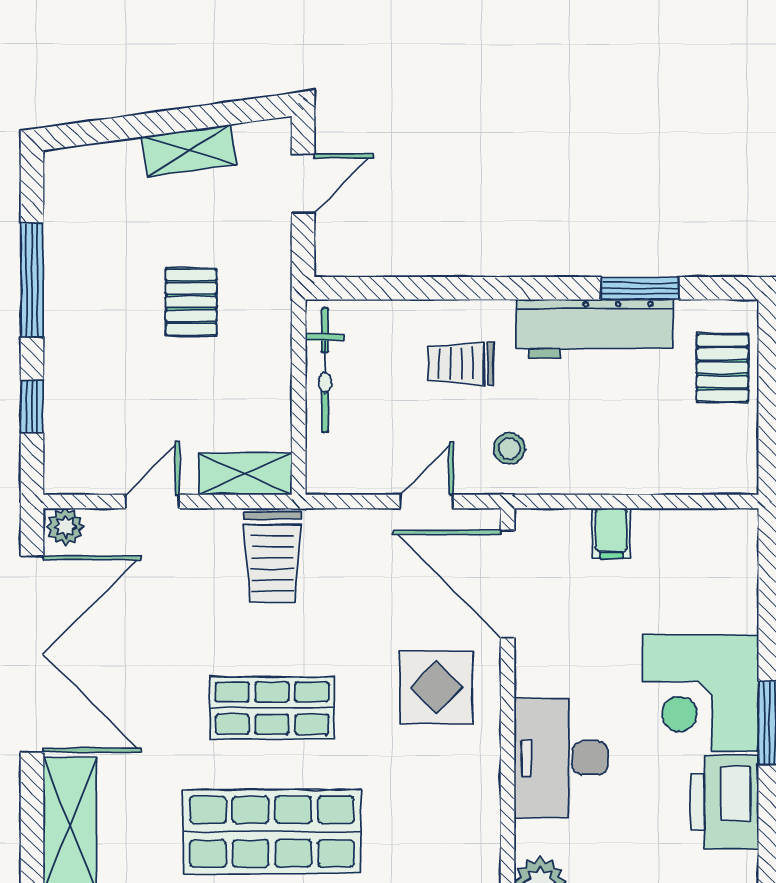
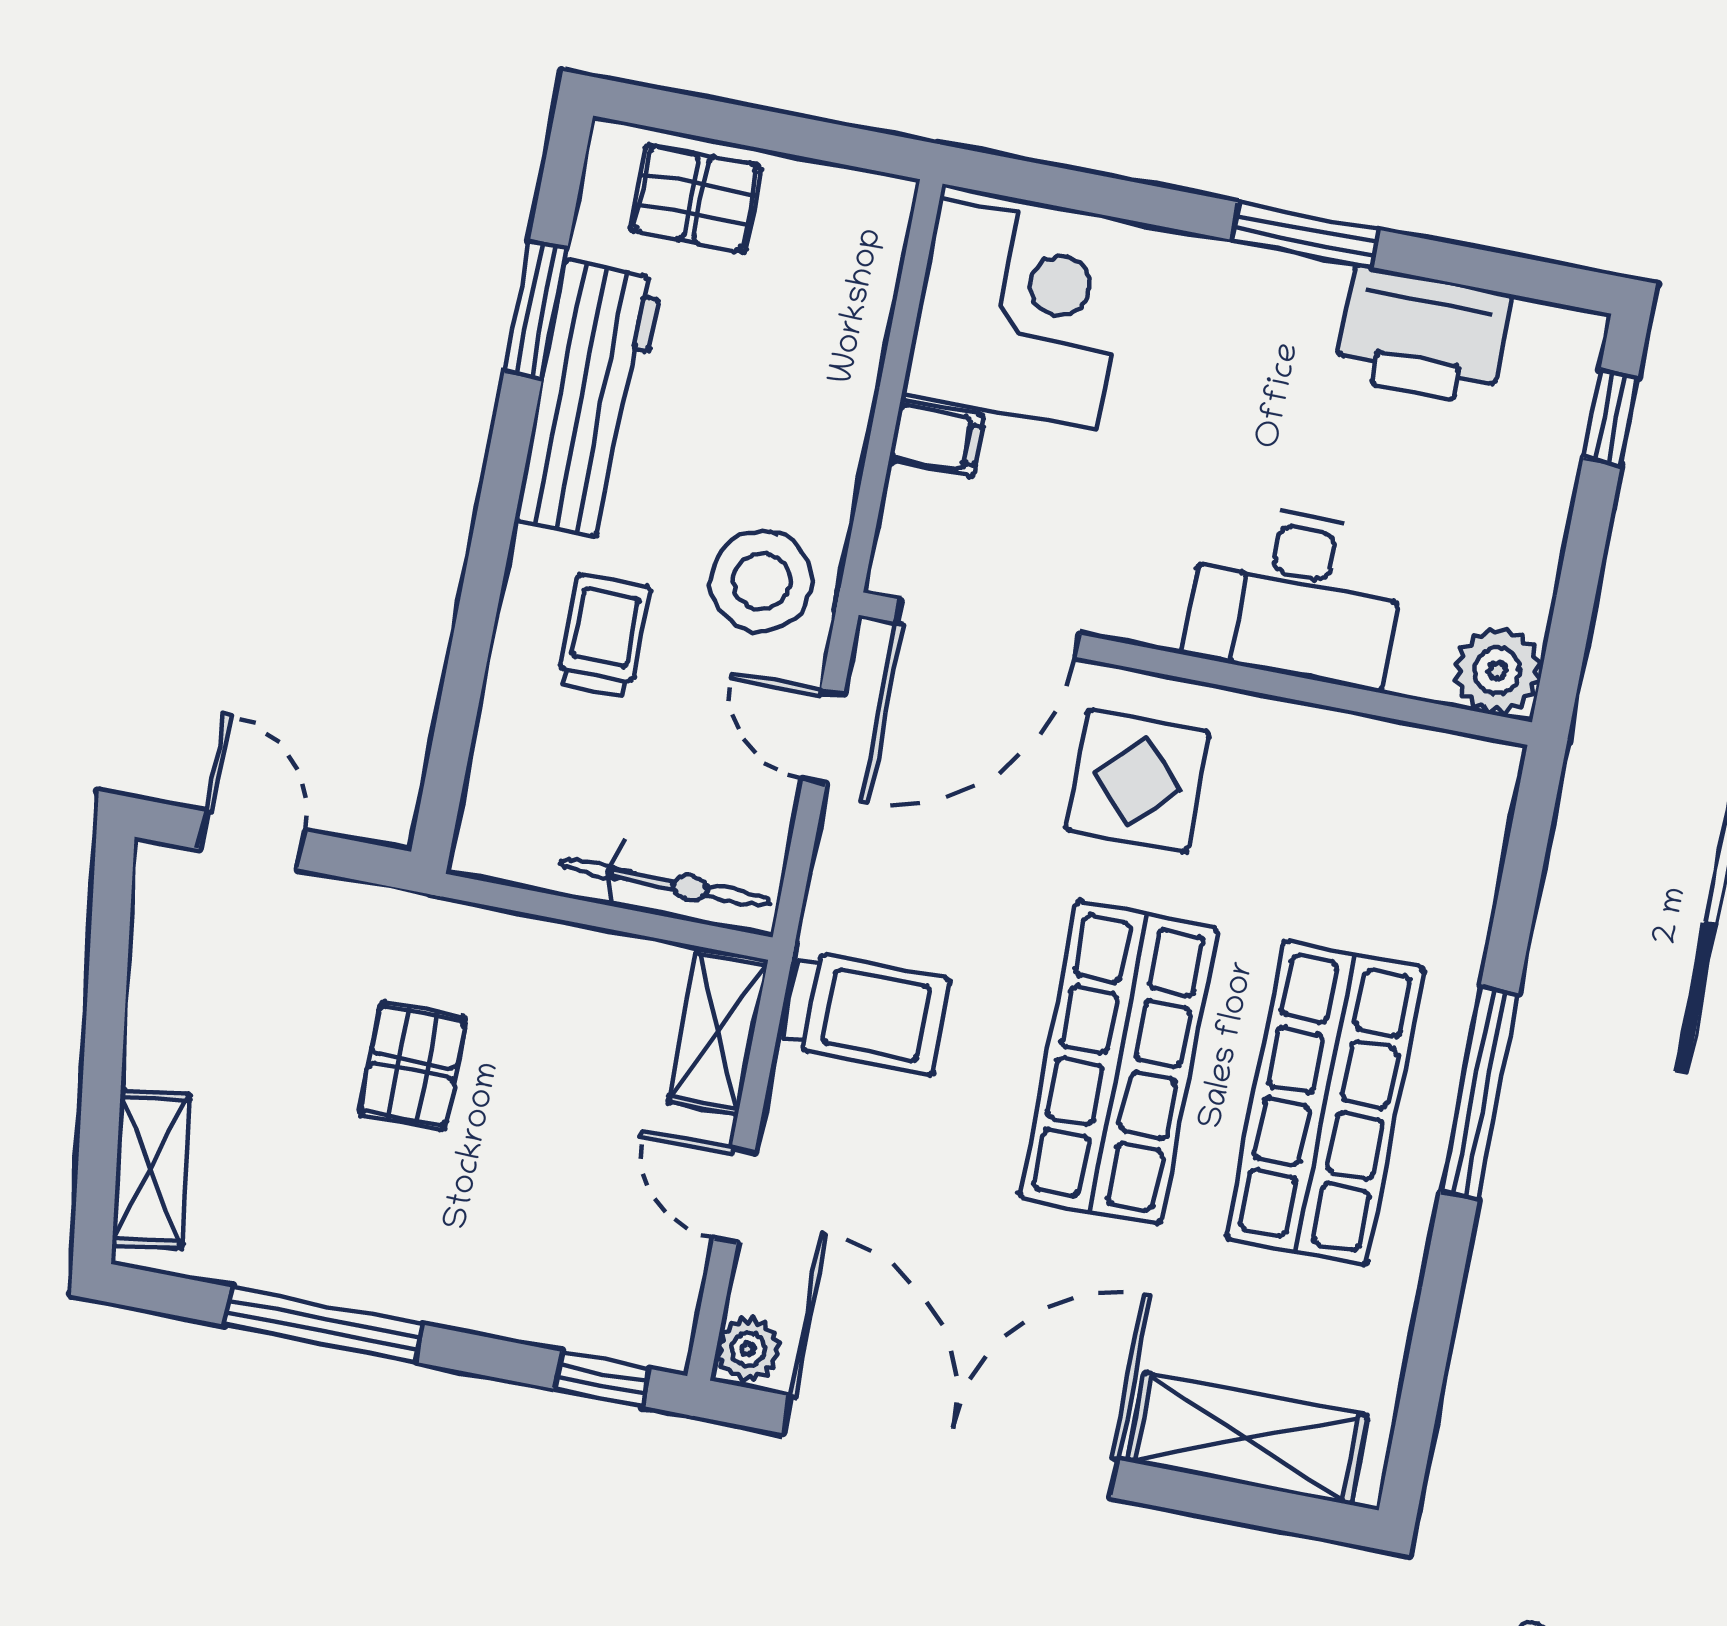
shelving: (189, 151) -> (151, 1169), moved
pallet: (191, 302) -> (413, 1066), turned 90
trolley: (461, 364) -> (604, 635), turned 180
bicycle: (325, 370) -> (665, 882), moved
window: (32, 407) -> (602, 1379), moved
stool: (509, 448) -> (761, 581), width x1.89, depth x1.89
corner desk: (700, 693) -> (1018, 314), moved, turned -90
shop shelf: (272, 708) -> (1119, 1063), width x1.43, depth x1.36

